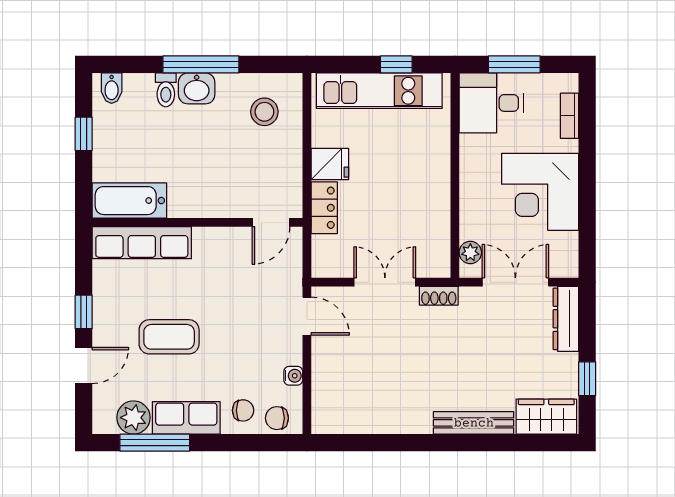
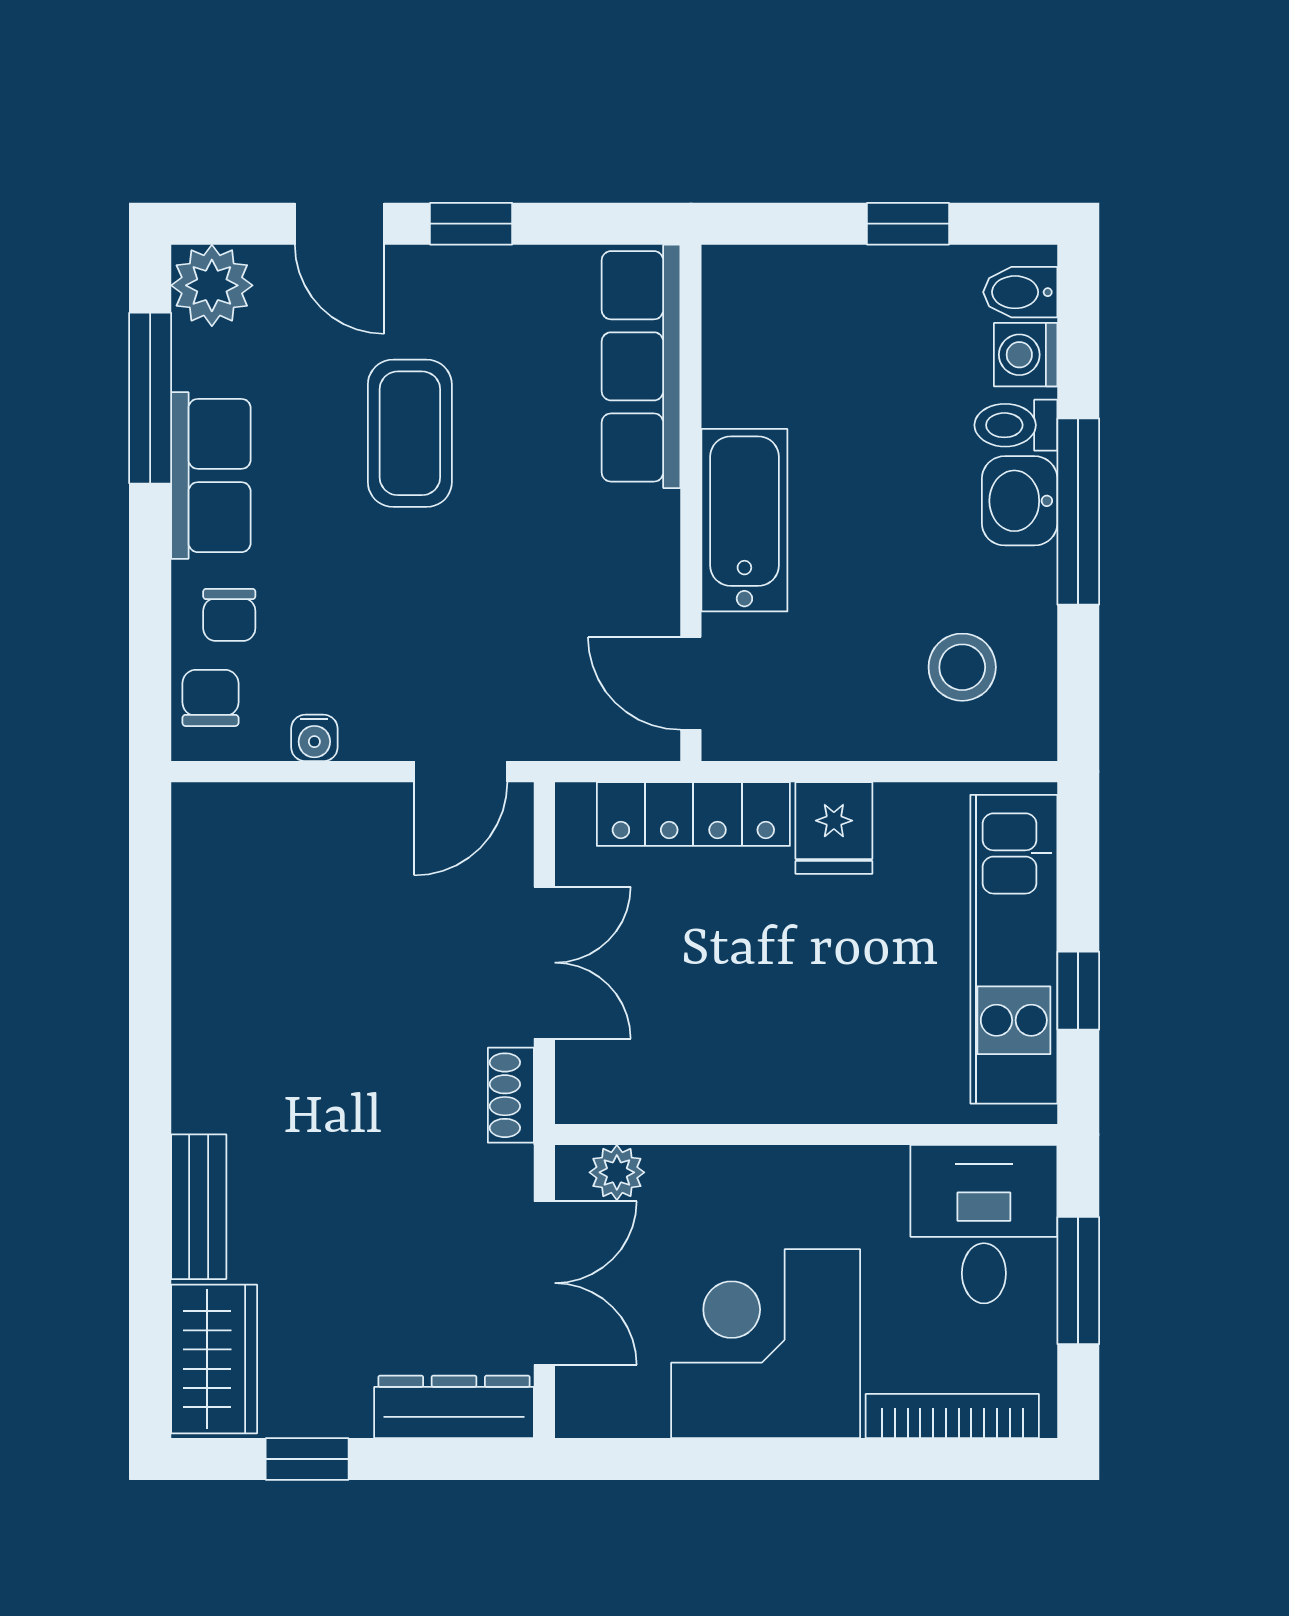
washing machine: (137, 86) -> (1026, 355), added
bookcase: (569, 116) -> (952, 1416), width x1.56
bathtub: (129, 201) -> (744, 520), moved
locker: (324, 208) -> (693, 814), width x1.53
plant: (133, 418) -> (212, 285), moved
bench: (474, 423) -> (199, 1207), width x0.73

